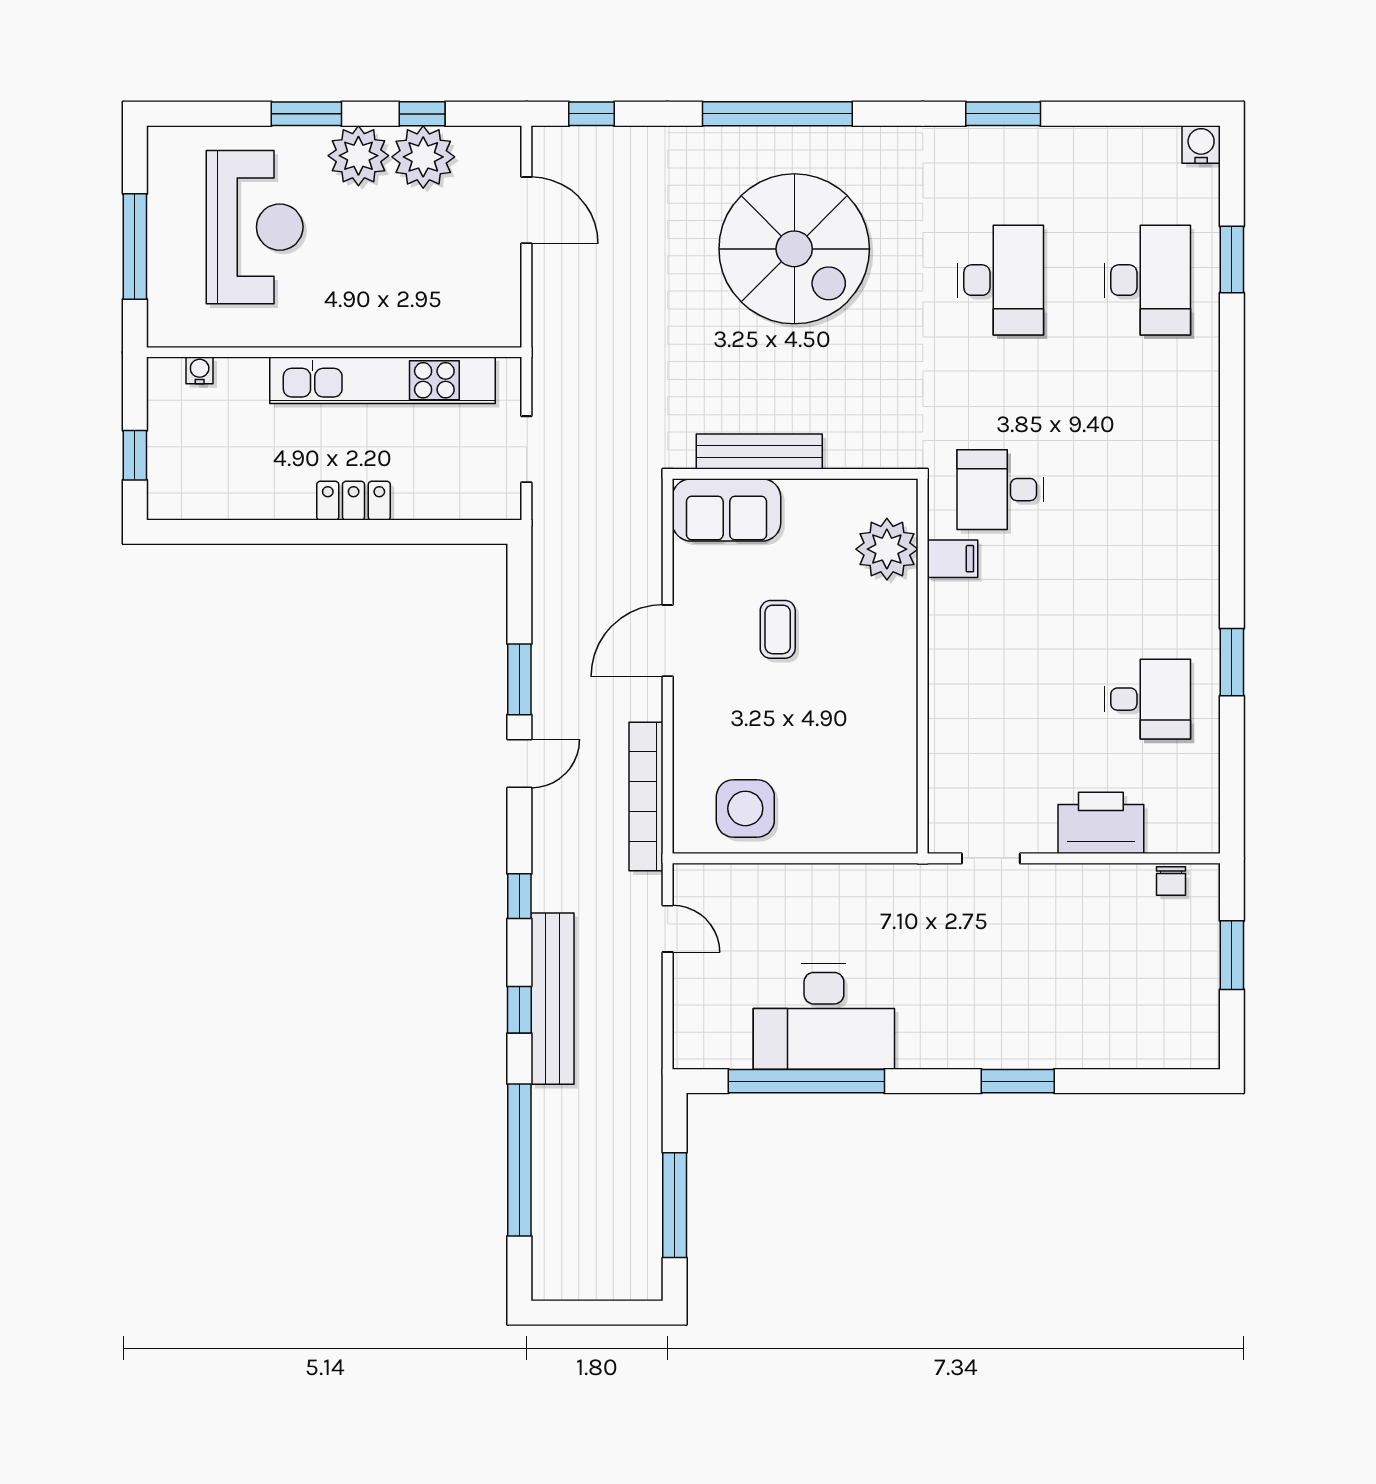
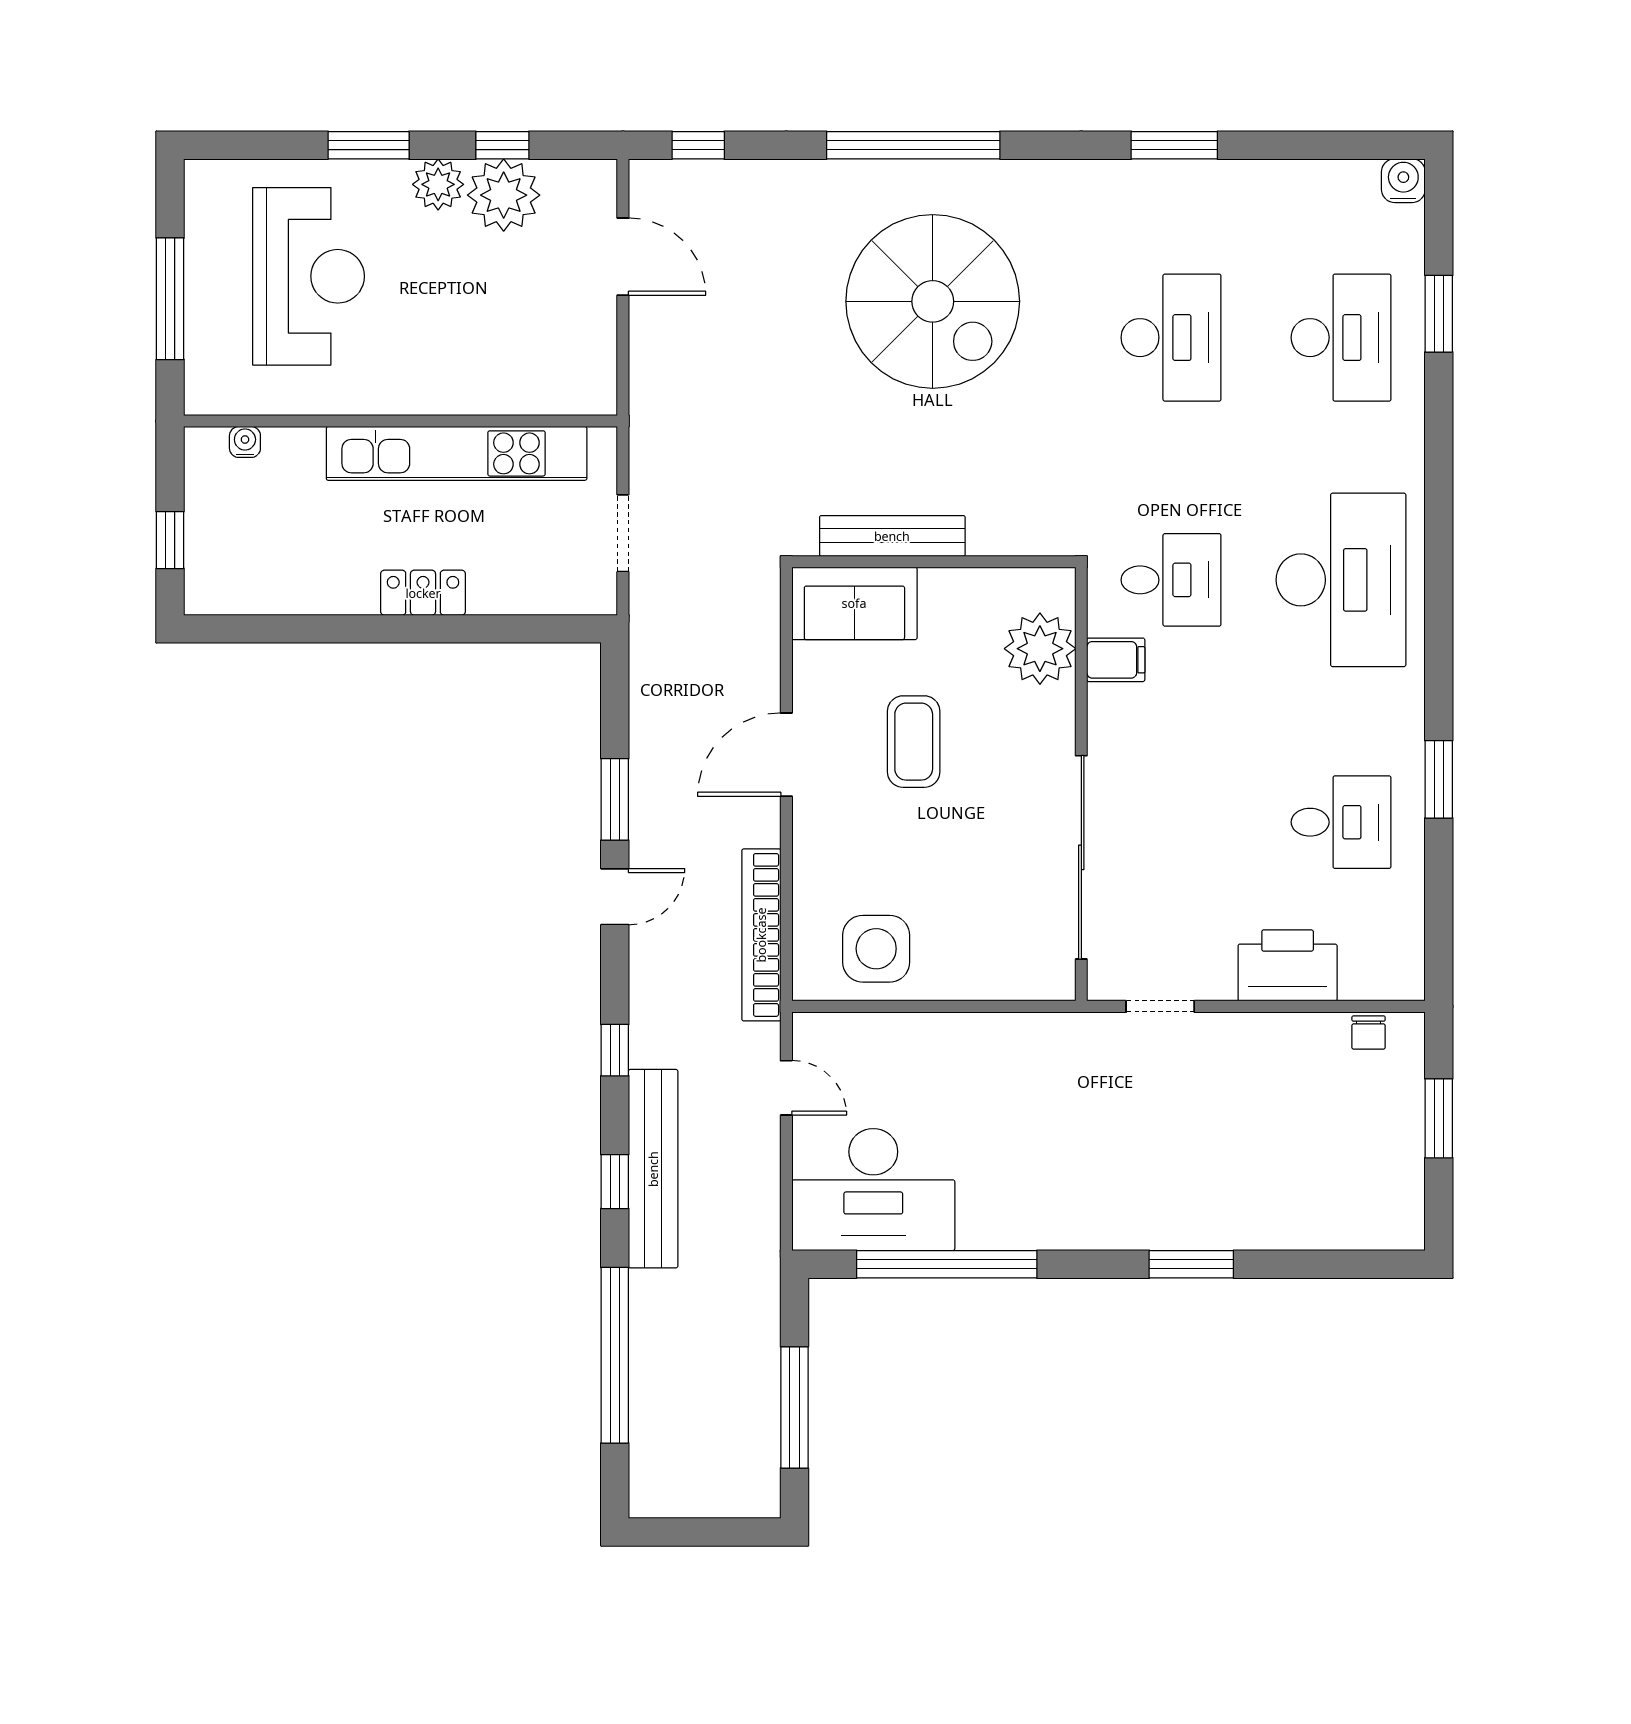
plant: (358, 156) -> (438, 184), width x0.73, depth x0.73
desk: (1000, 490) -> (1171, 580), turned 180
desk: (1147, 490) -> (1341, 580), added
coffee table: (778, 629) -> (914, 742), width x1.36, depth x1.30
sliding door: (923, 729) -> (1081, 857), added
desk: (824, 1017) -> (873, 1190), moved

